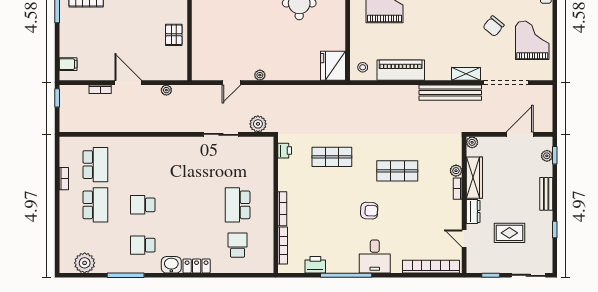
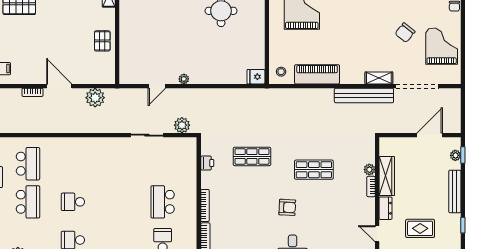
fridge: (333, 66) -> (256, 77), width x0.53, depth x0.75
plant: (166, 90) -> (95, 98), width x1.88, depth x1.88
plant: (472, 142) -> (385, 143), removed
printer: (285, 151) -> (207, 163), moved
bench: (546, 194) -> (455, 191), width x1.36

